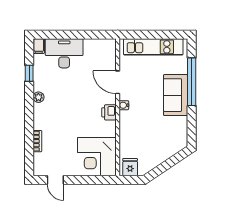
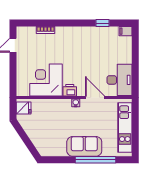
desk: (64, 53) -> (119, 80), moved
door: (118, 82) -> (95, 98), hinge flipped
plant: (38, 97) -> (83, 31), removed
corner desk: (97, 157) -> (46, 80), moved

